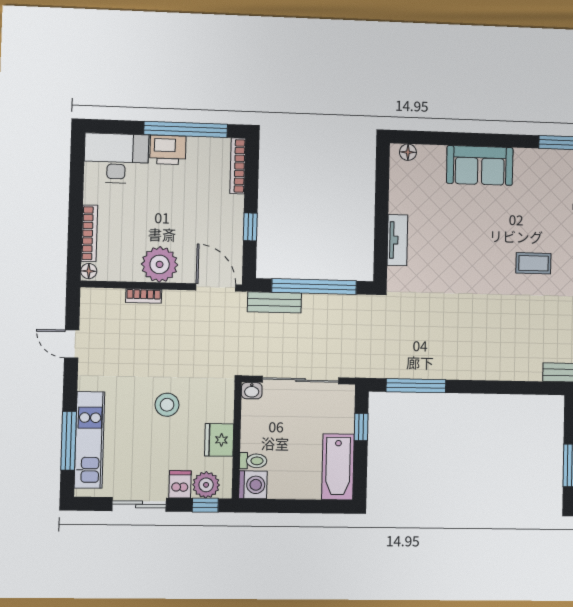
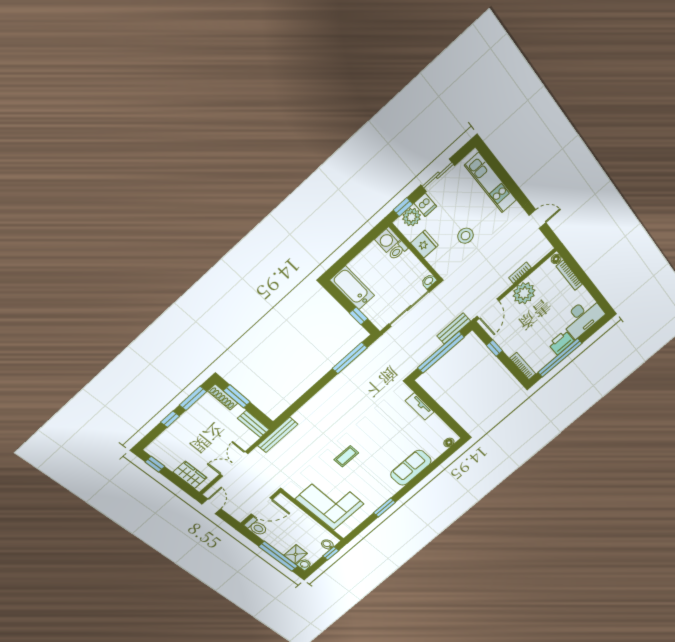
door: (216, 287) -> (488, 309), hinge flipped
window: (69, 441) -> (501, 172), removed

